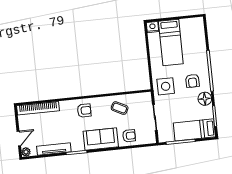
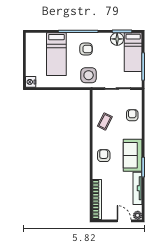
bed: (171, 43) -> (56, 54), moved, turned 90
floor lamp: (205, 99) -> (117, 39), moved
sofa: (101, 139) -> (133, 155), moved

